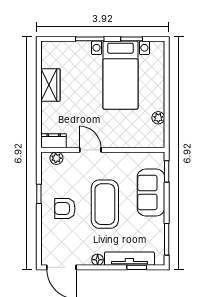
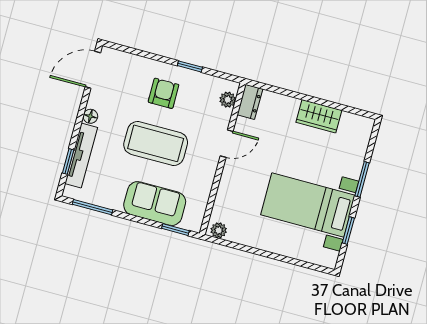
plant: (158, 118) -> (219, 230), moved

